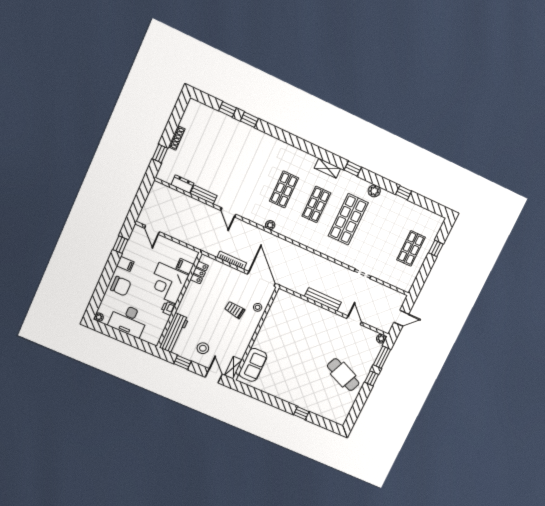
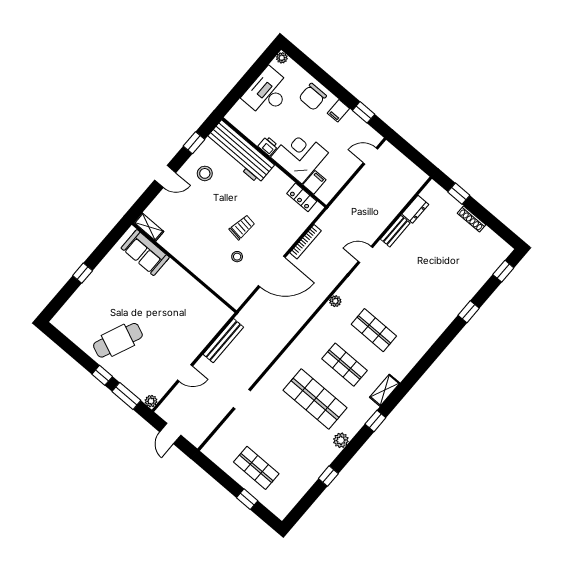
window: (228, 109) -> (503, 271), moved
workbench: (174, 333) -> (240, 152), width x1.36, depth x1.32
wall: (256, 334) -> (184, 268), moved
sofa: (253, 365) -> (145, 253), moved
shelving: (233, 368) -> (149, 227), moved

